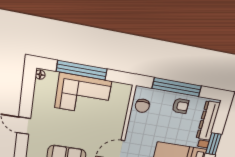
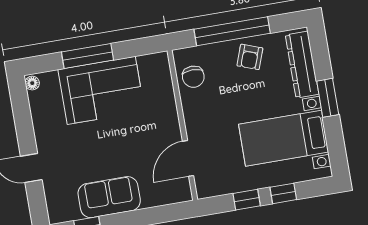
window: (82, 70) -> (87, 56), width x0.68
armchair: (180, 106) -> (250, 57), turned 110

